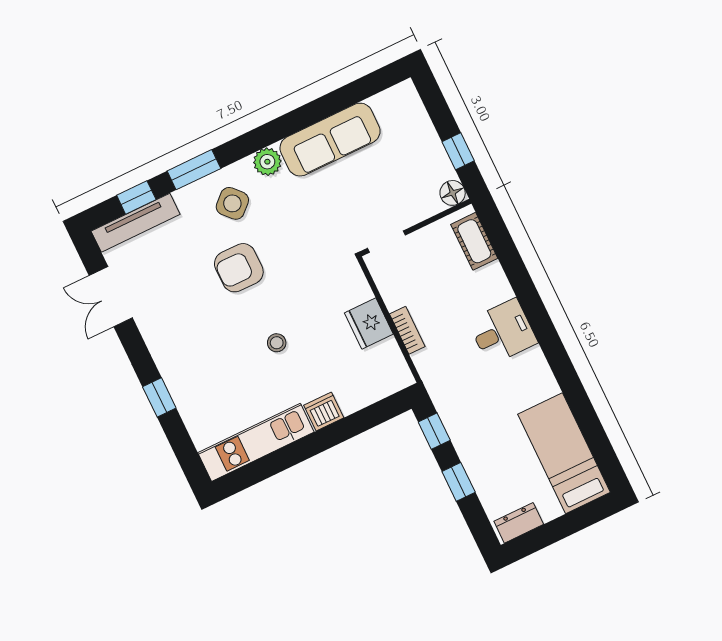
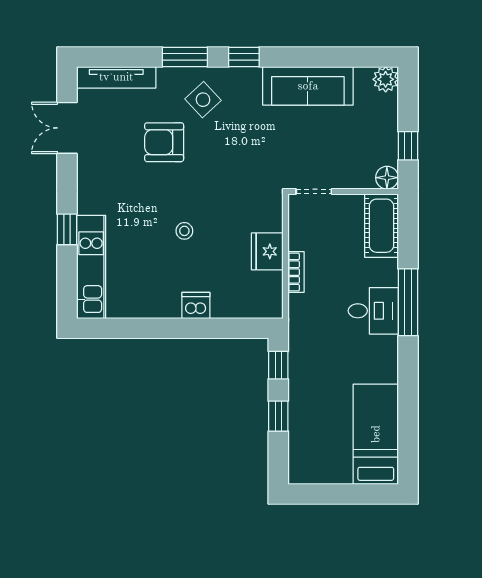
plant: (267, 162) -> (386, 79), moved
window: (136, 197) -> (244, 57), moved
cot: (474, 241) -> (381, 226), width x1.37, depth x1.34
armchair: (239, 268) -> (164, 142), moved
window: (533, 307) -> (408, 302), added
kitchen unit: (256, 442) -> (91, 267), moved, turned 90
dresser: (519, 523) -> (311, 473), removed

